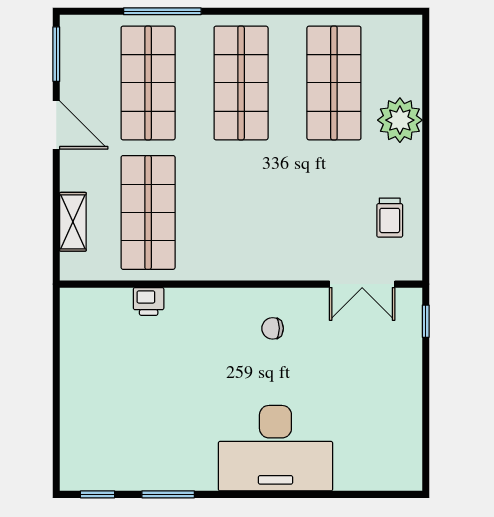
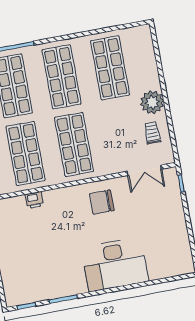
plant: (400, 120) -> (152, 102), moved
shop shelf: (241, 212) -> (74, 145), added
trolley: (390, 218) -> (152, 133), turned 180
chair: (273, 328) -> (102, 202), width x1.87, depth x1.87

